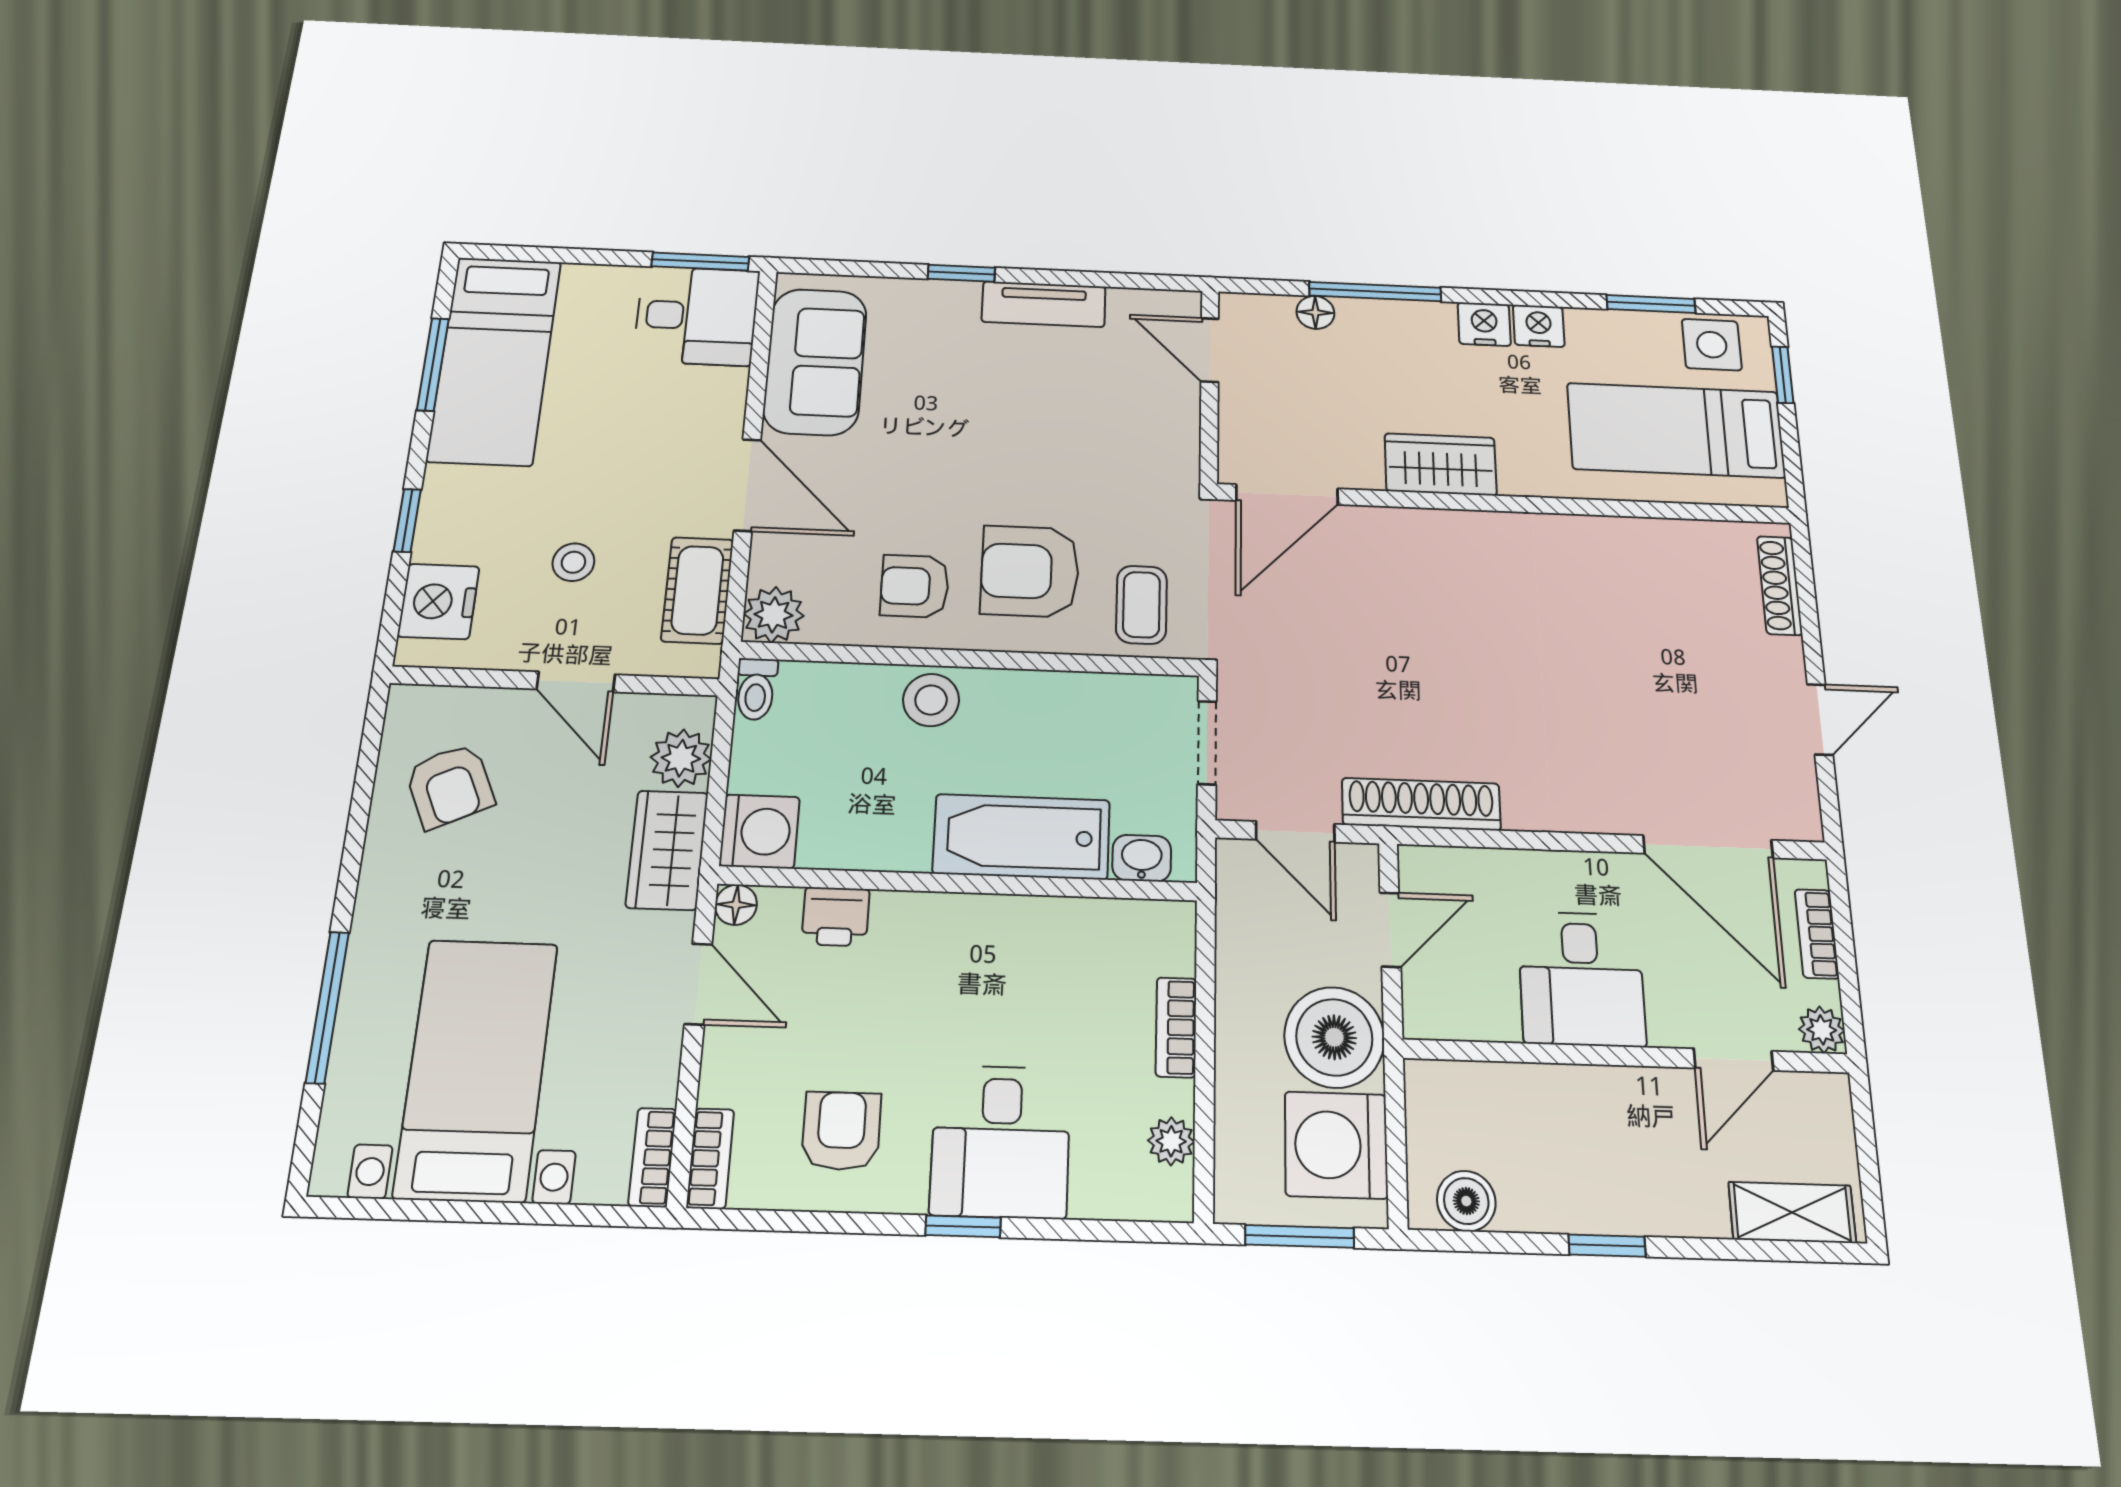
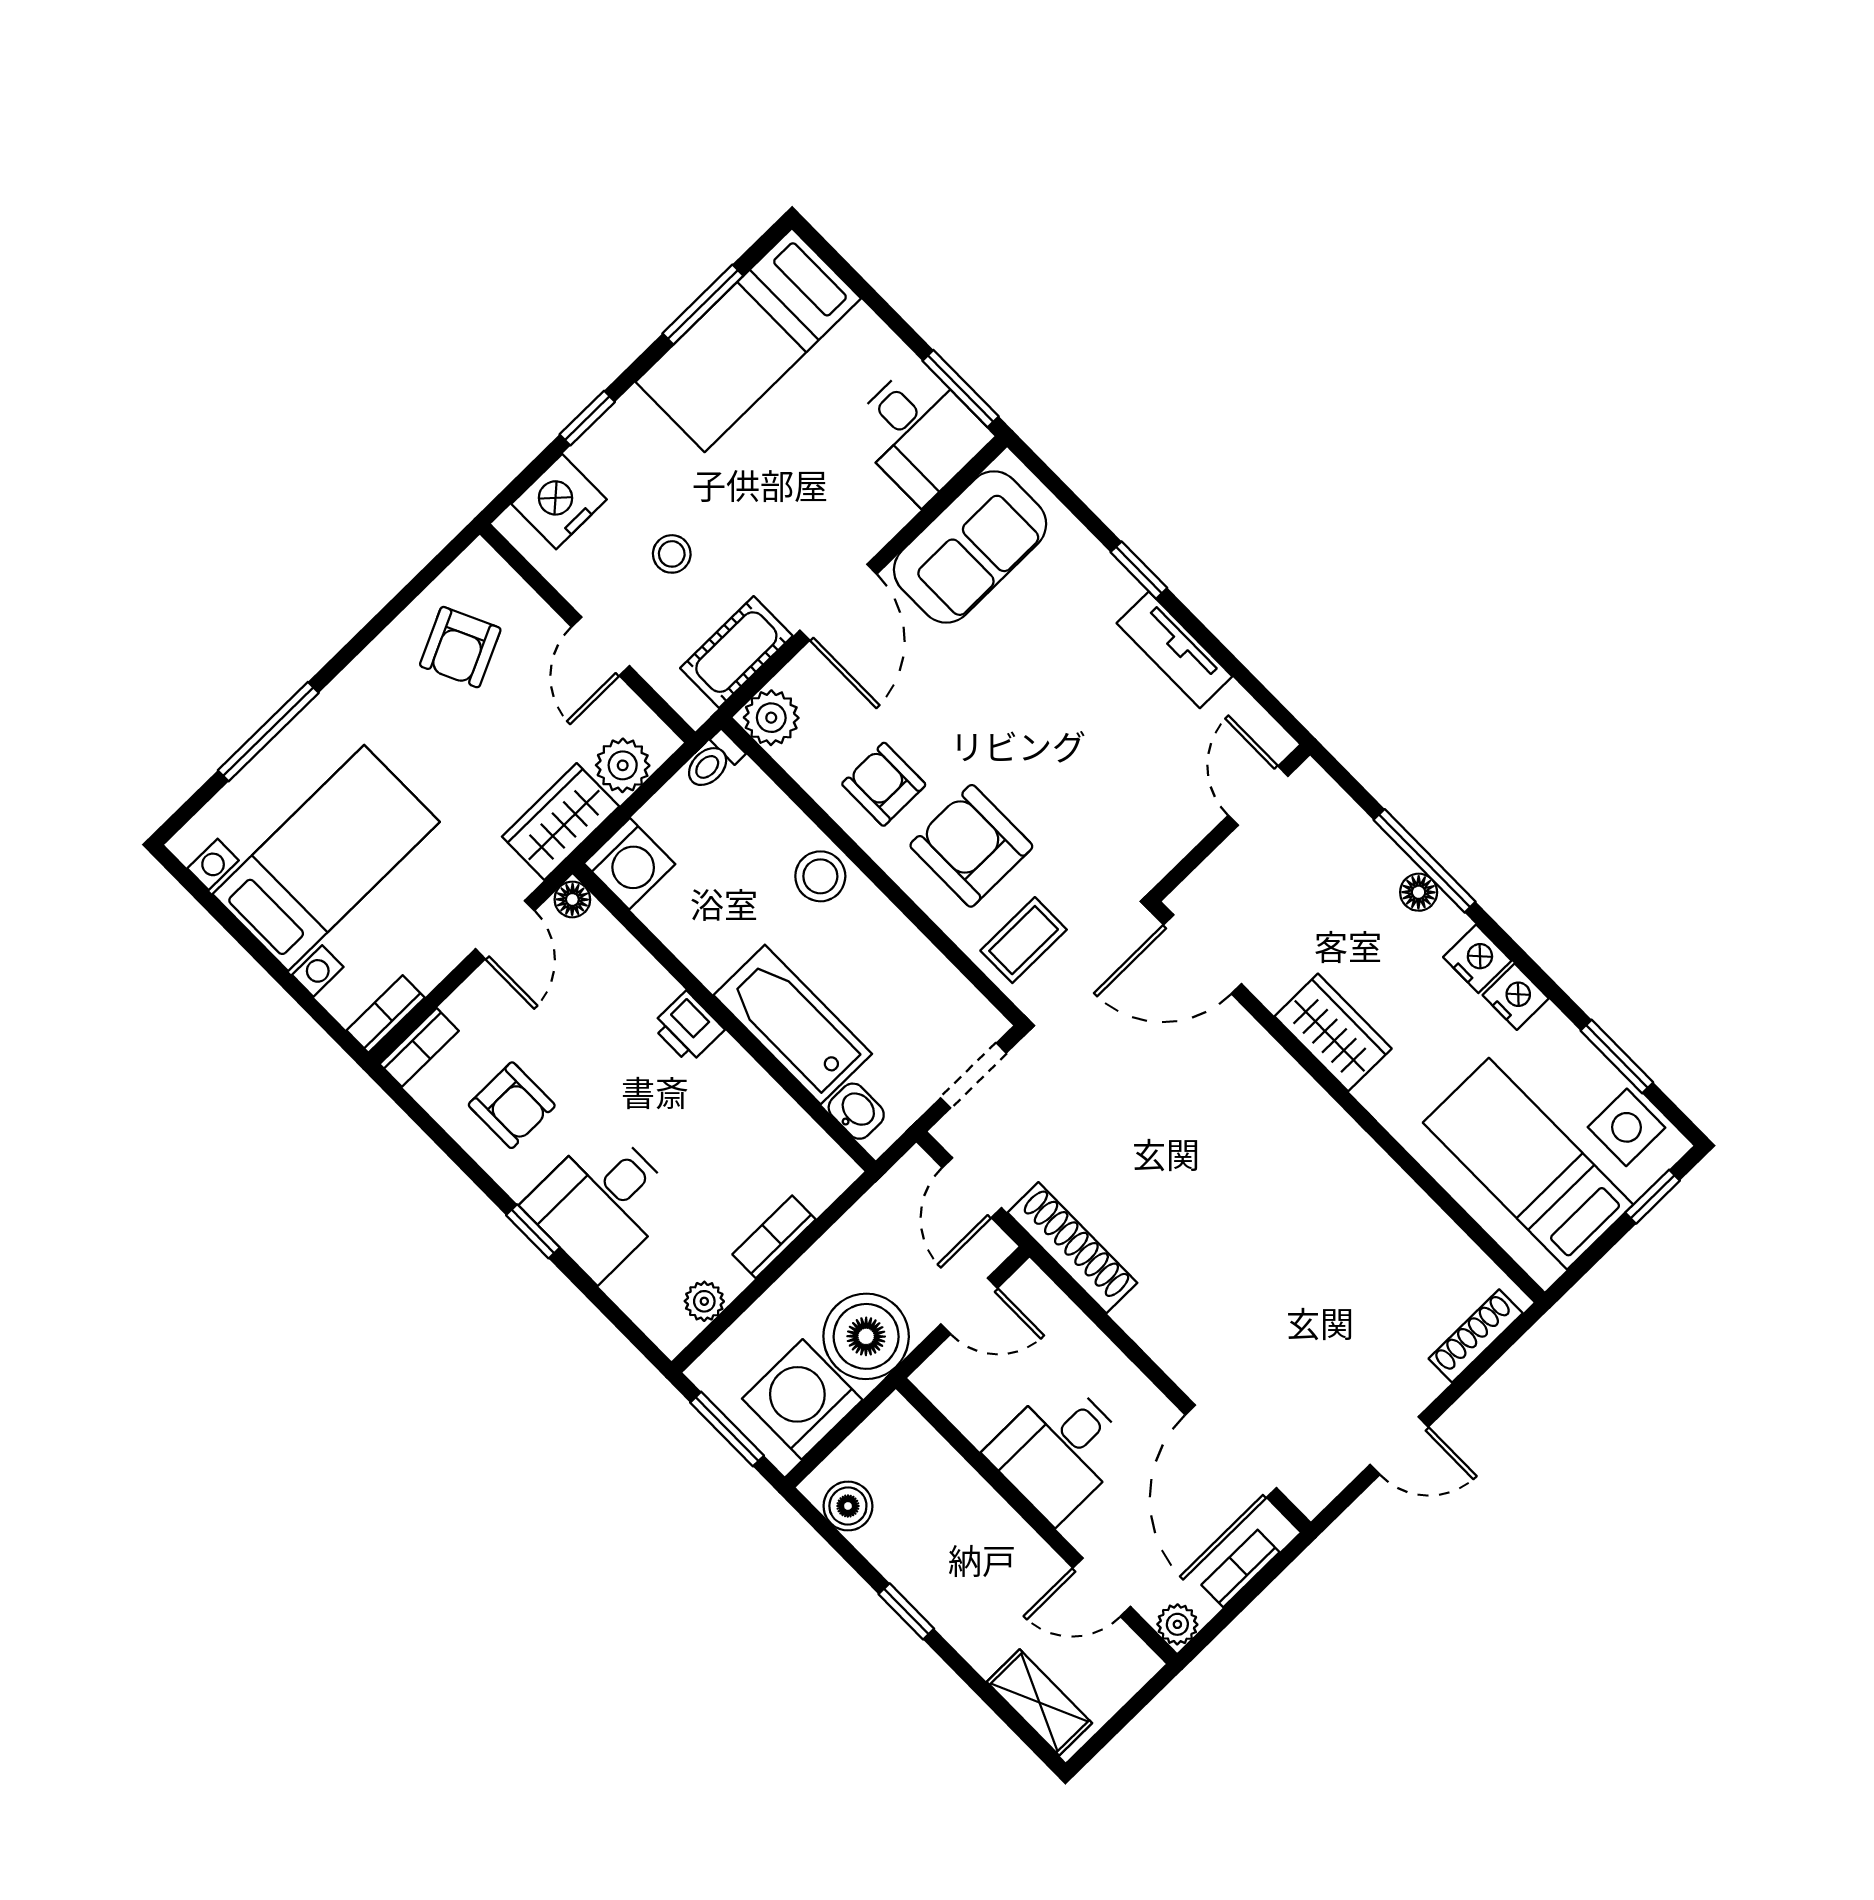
floor lamp: (1315, 312) -> (1419, 892), moved
printer: (836, 917) -> (688, 1027), moved
armchair: (841, 1131) -> (512, 1105), turned 90

